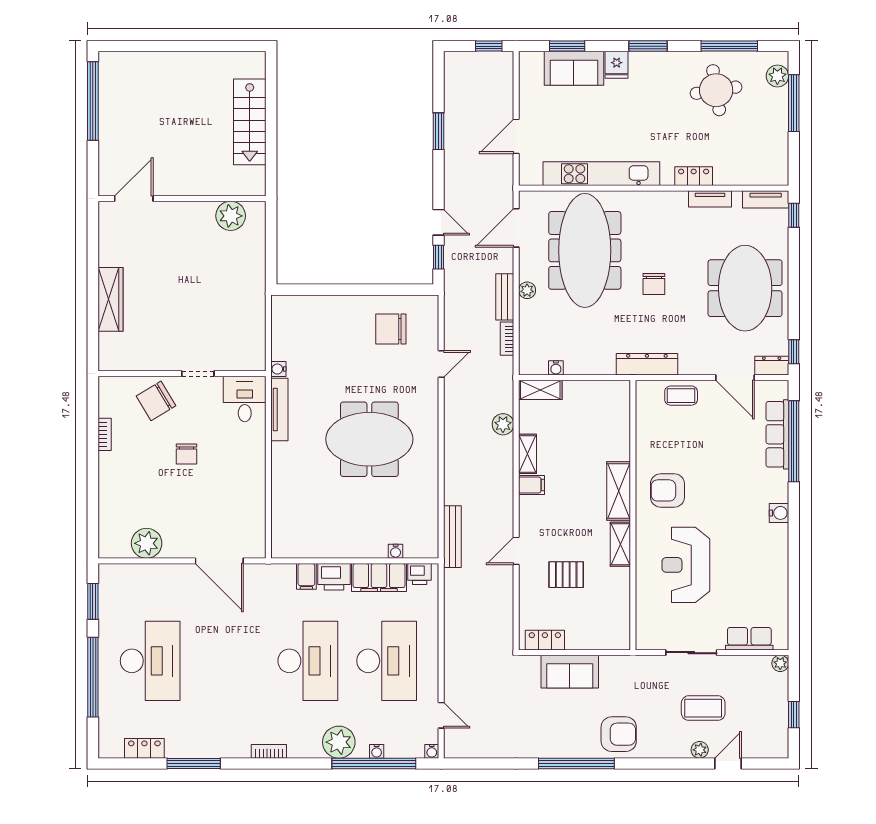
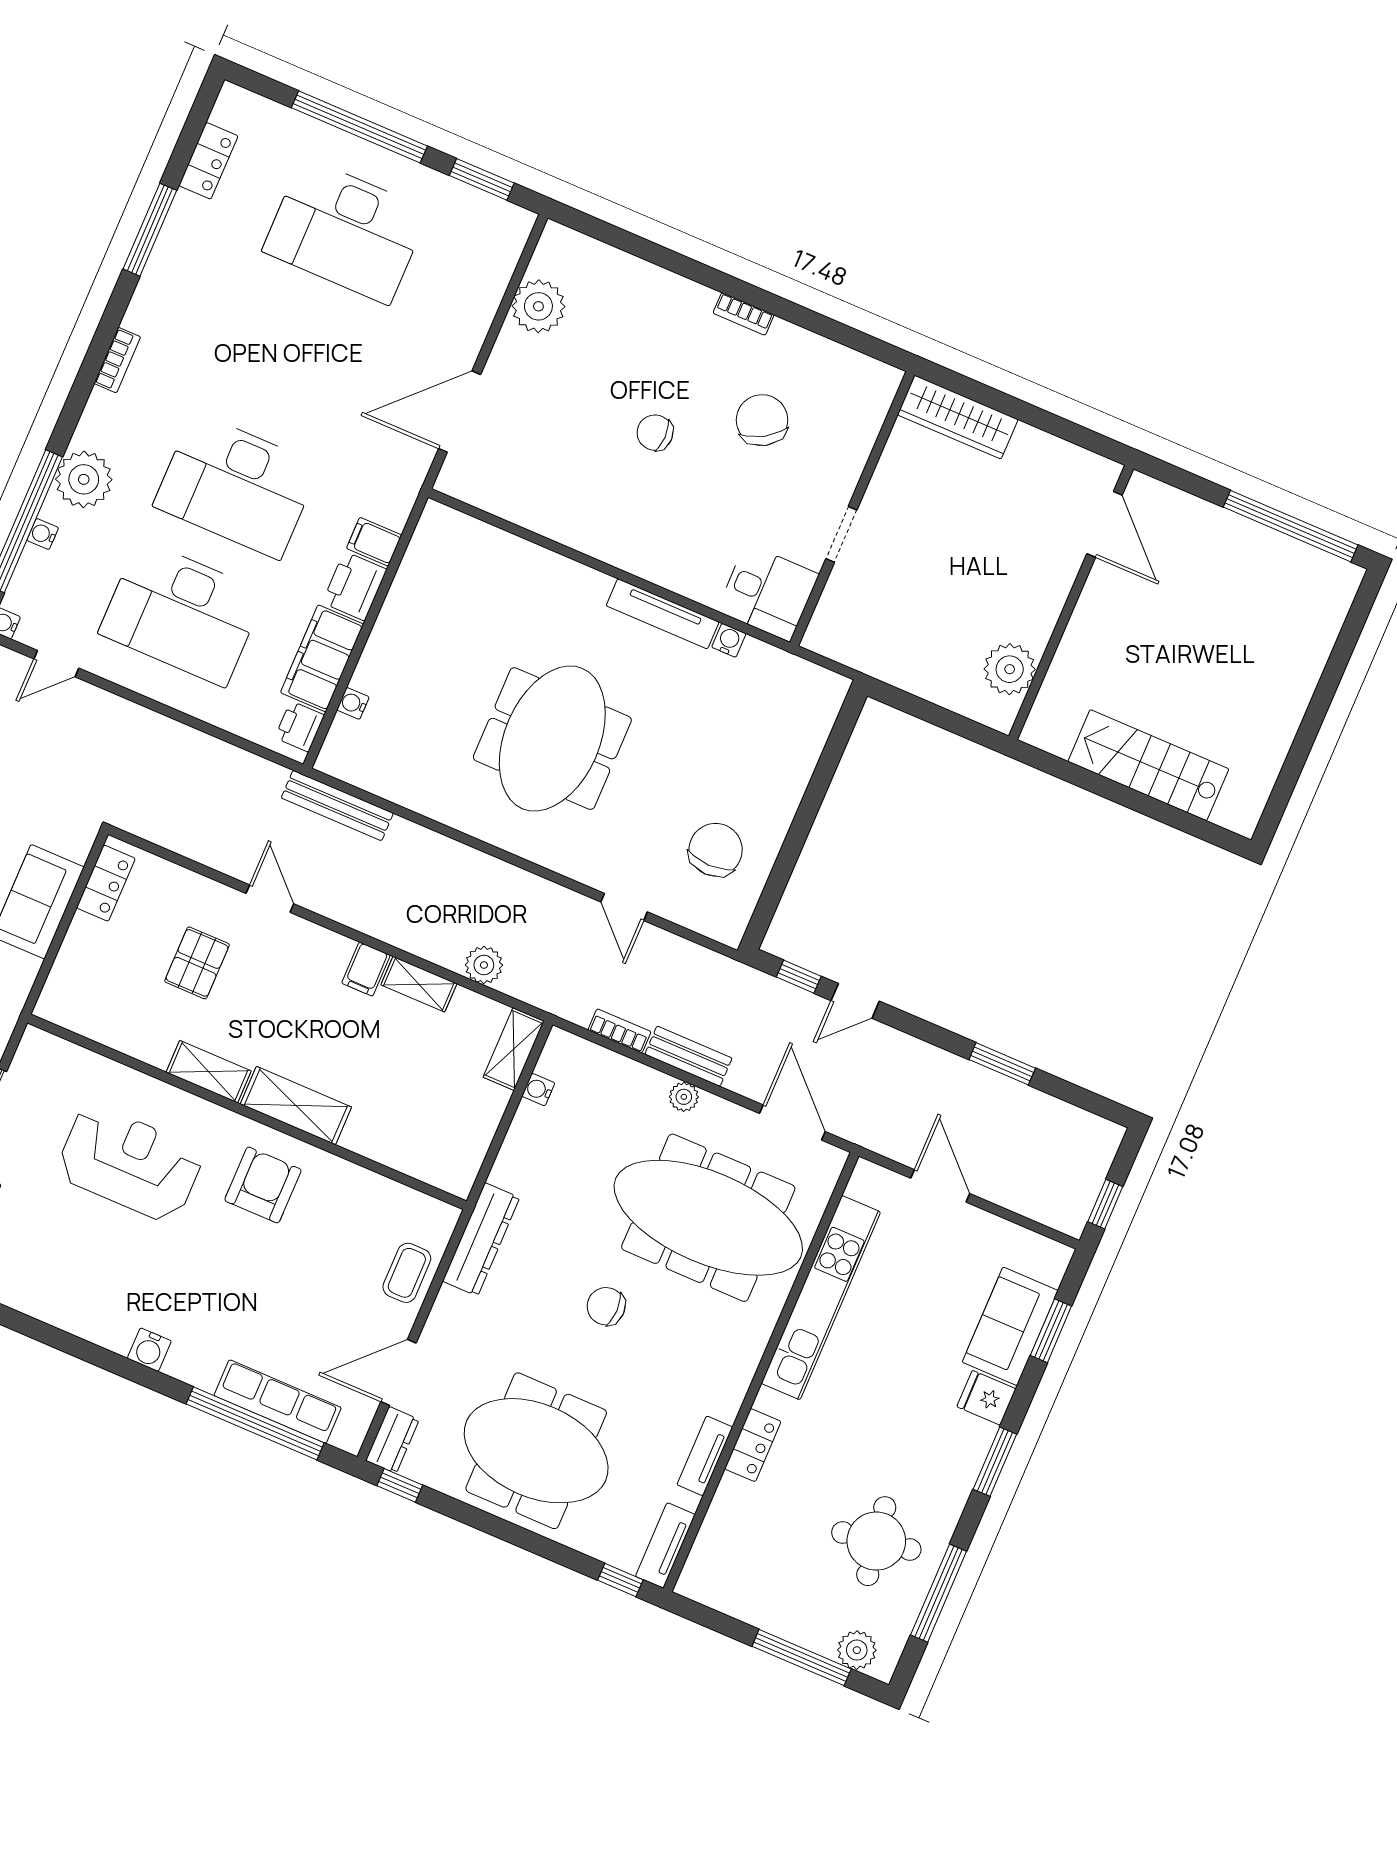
wall: (182, 374) -> (852, 509), moved
doorway: (198, 374) -> (841, 534), moved
desk: (245, 399) -> (768, 592), moved

